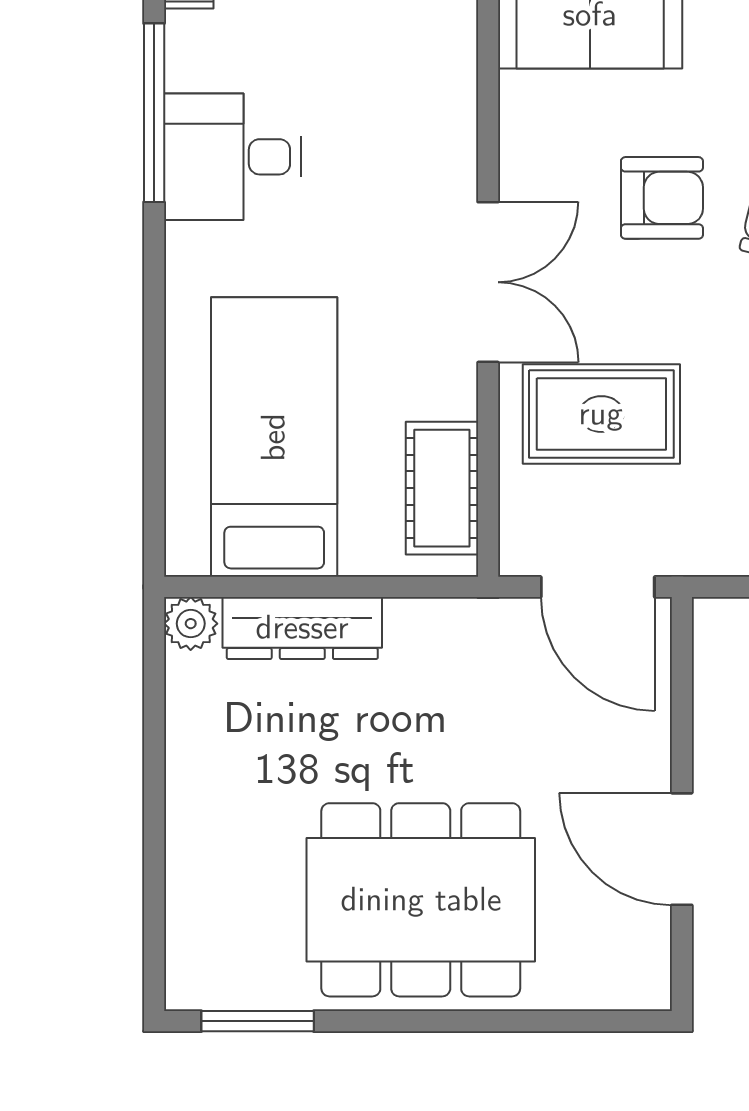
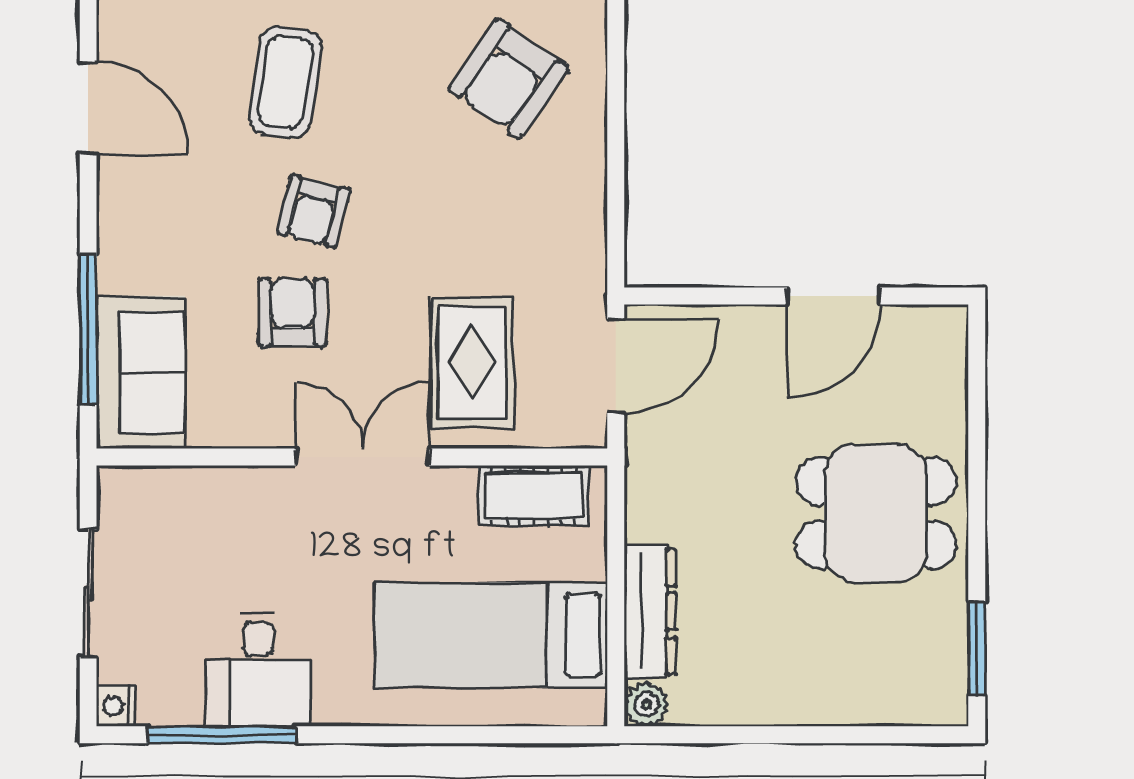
dining table: (421, 900) -> (876, 513), width x0.73

